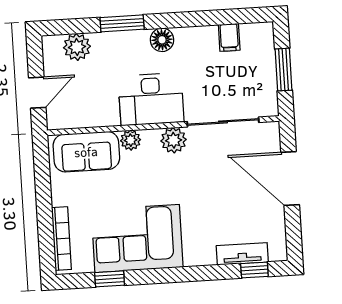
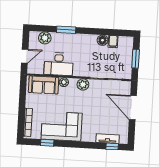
floor lamp: (162, 40) -> (102, 40), moved
desk: (151, 99) -> (59, 64), moved

